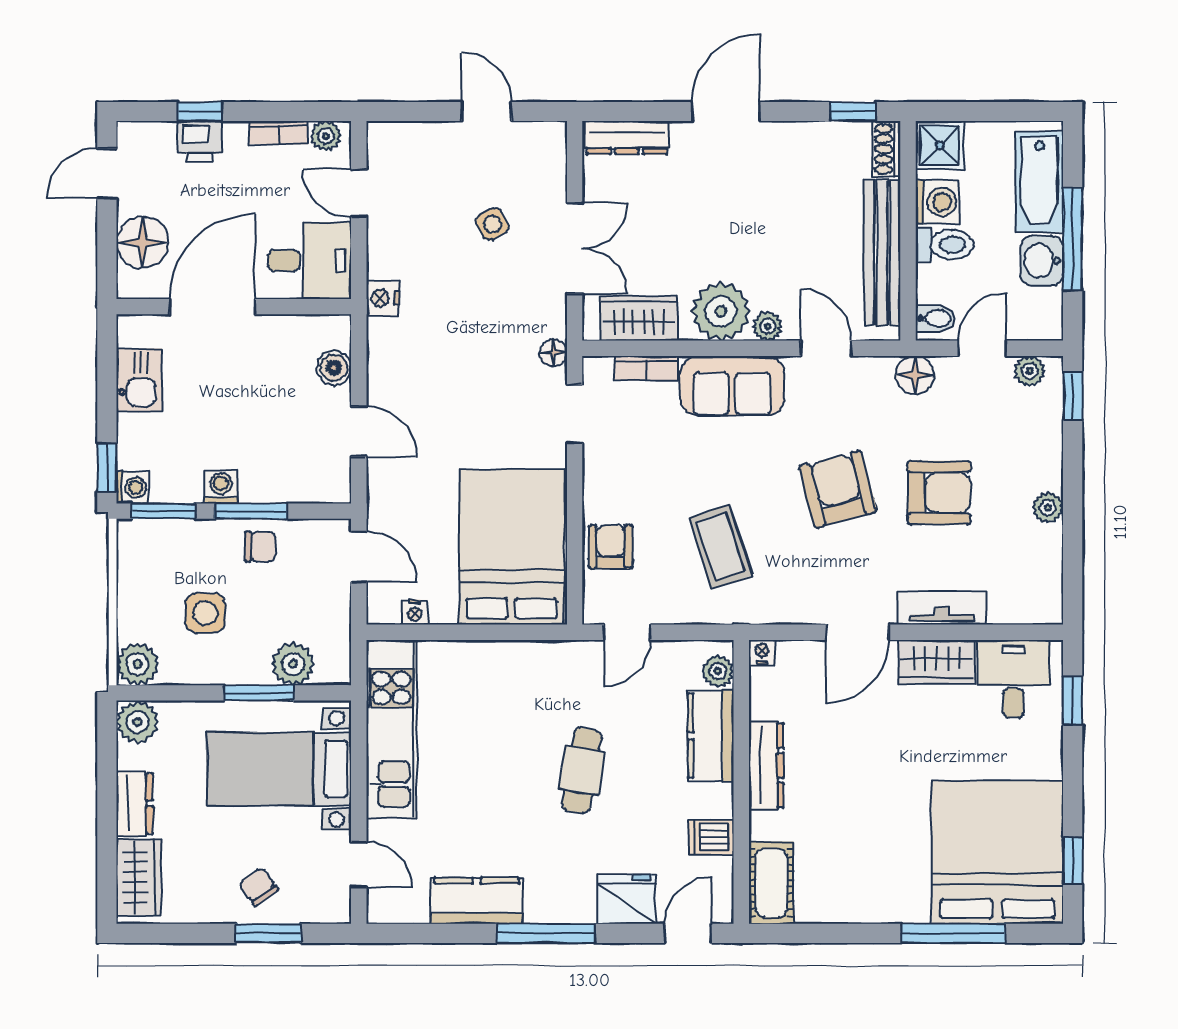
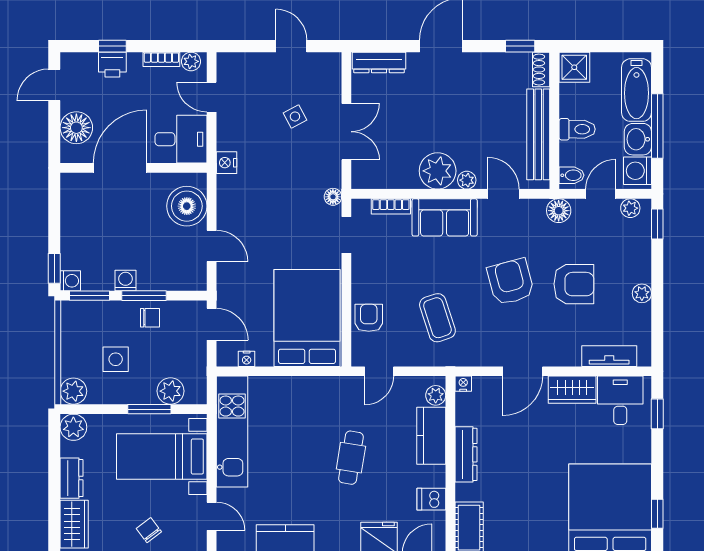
washing machine: (938, 202) -> (638, 171), moved, turned 180
wardrobe: (639, 318) -> (386, 175), removed
boiler: (334, 368) -> (187, 206), width x1.86, depth x1.86
kitchen sink: (139, 380) -> (74, 214), removed
tv unit: (942, 608) -> (609, 356), moved

